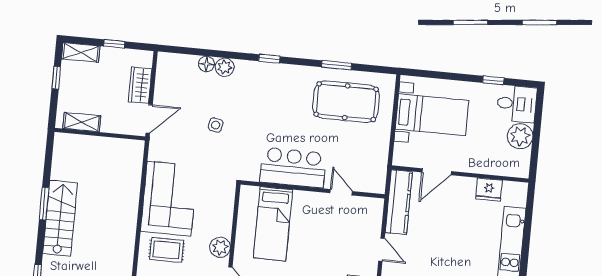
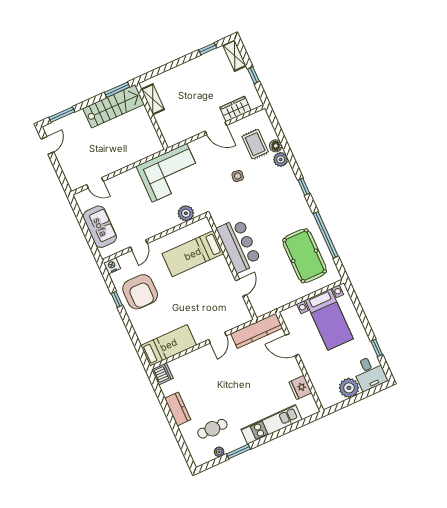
window: (336, 65) -> (326, 235), width x2.11
shelving: (82, 122) -> (153, 99), moved
wall: (100, 134) -> (152, 116), moved
plant: (220, 247) -> (186, 213), moved
rug: (167, 250) -> (255, 144), moved

